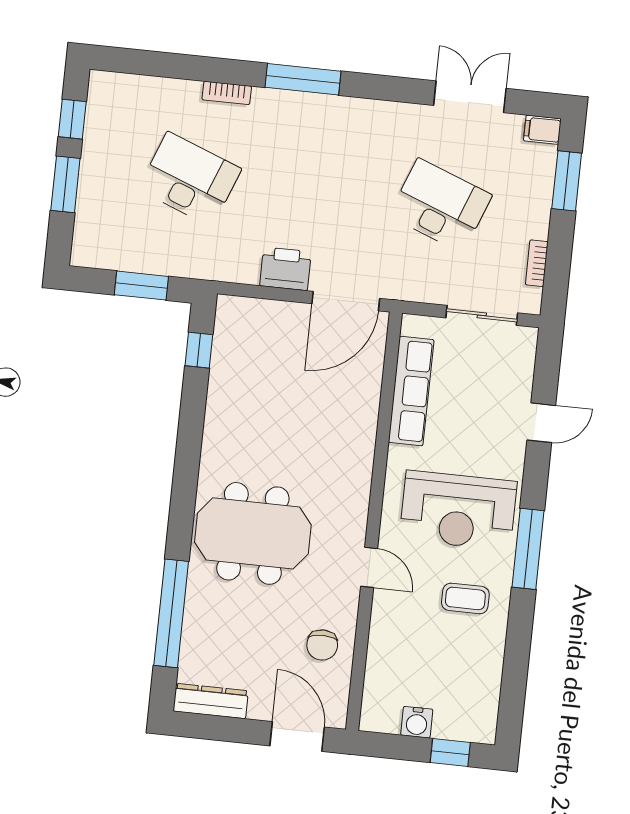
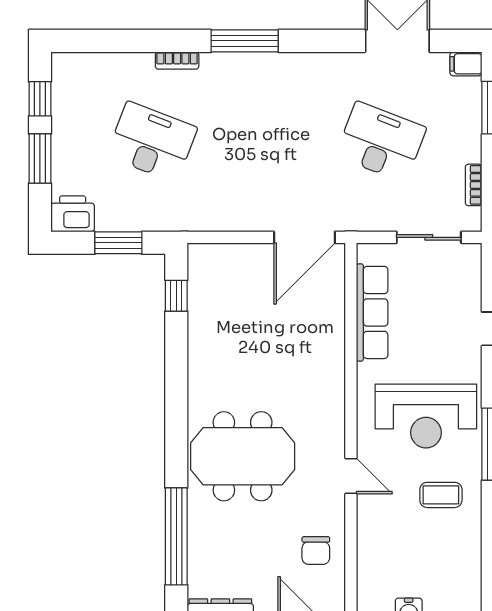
printer: (285, 269) -> (73, 214), moved

